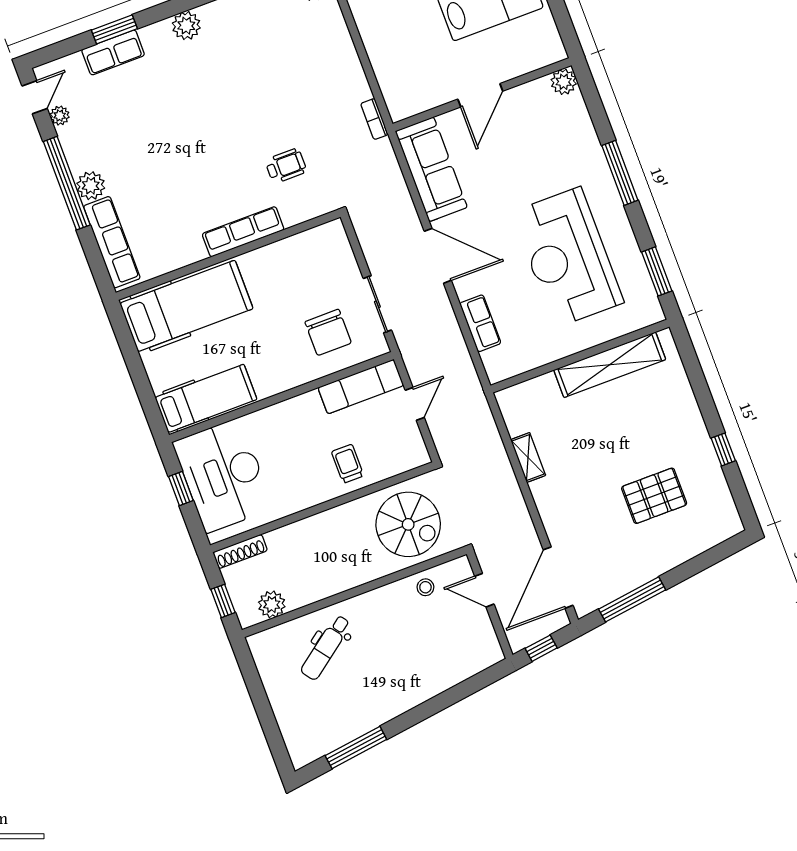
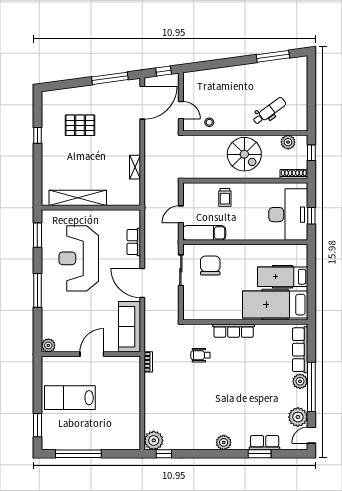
plant: (60, 116) -> (298, 417), width x1.88, depth x1.88
reception desk: (568, 257) -> (79, 258), turned 180
hospital bed: (206, 398) -> (283, 277), moved
spiral stairs: (408, 524) -> (244, 154), moved, turned 180

